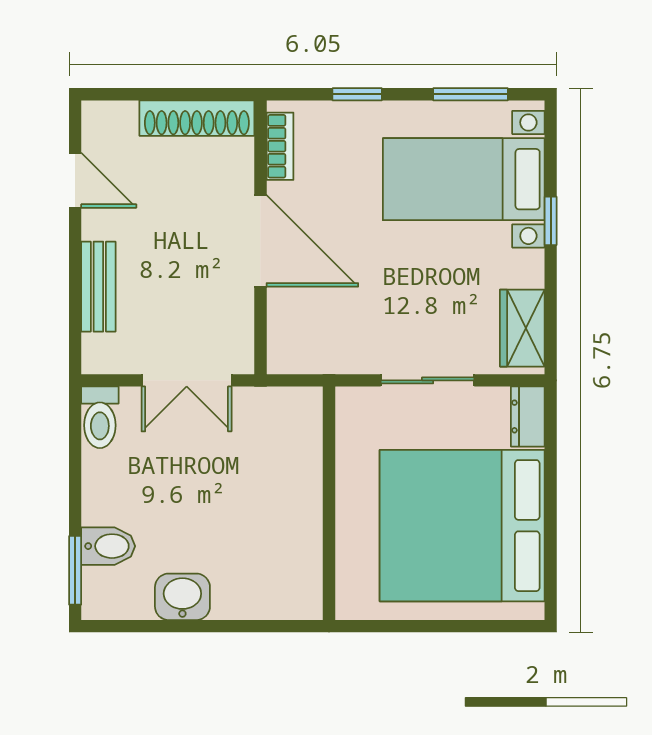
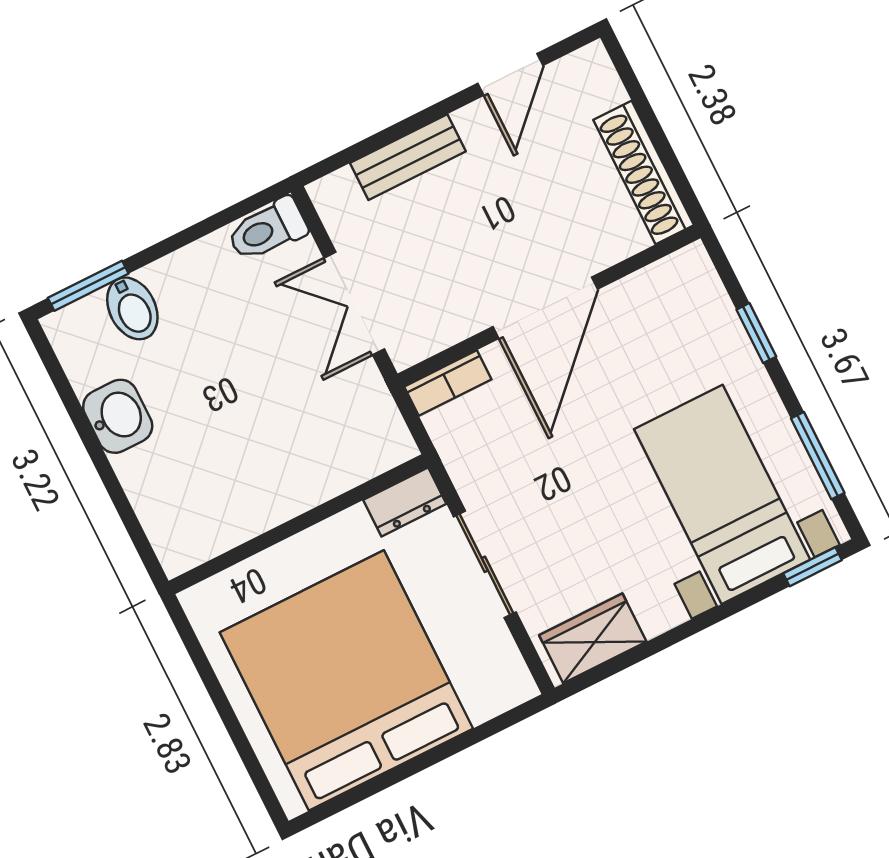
bookcase: (280, 146) -> (448, 383), moved
window: (551, 221) -> (812, 567), moved
dresser: (528, 416) -> (405, 502), moved, turned 180

